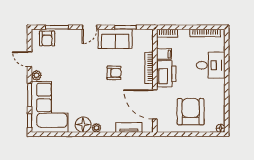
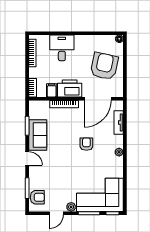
armchair: (114, 73) -> (86, 144), moved
armchair: (191, 112) -> (104, 66), turned 102
floor lamp: (83, 125) -> (116, 164), removed

